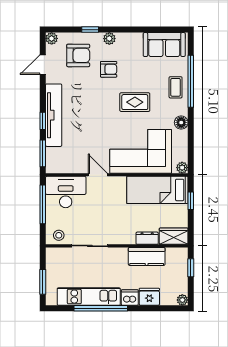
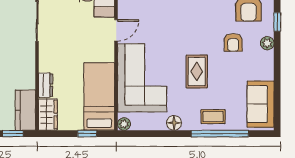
kitchen counter: (147, 256) -> (25, 110), moved

